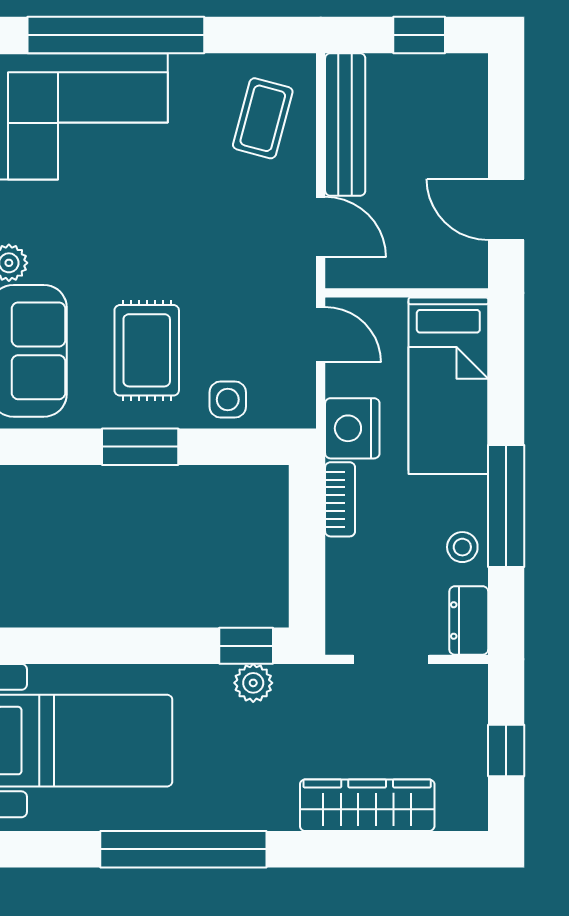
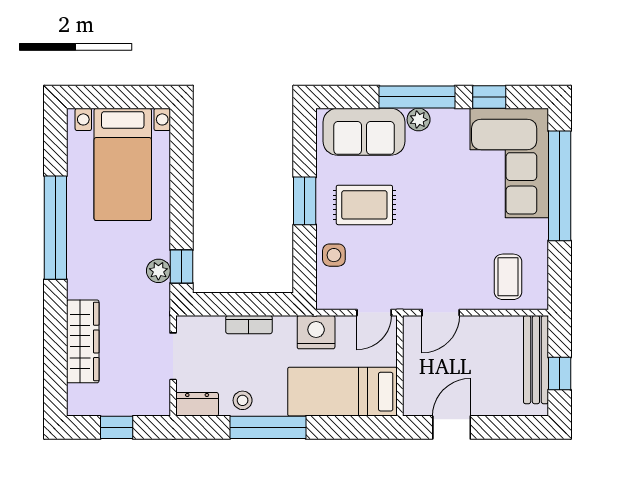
coffee table: (263, 118) -> (508, 277), turned 75
bench: (345, 125) -> (536, 360), moved, turned 90
bookcase: (340, 499) -> (249, 325), moved

